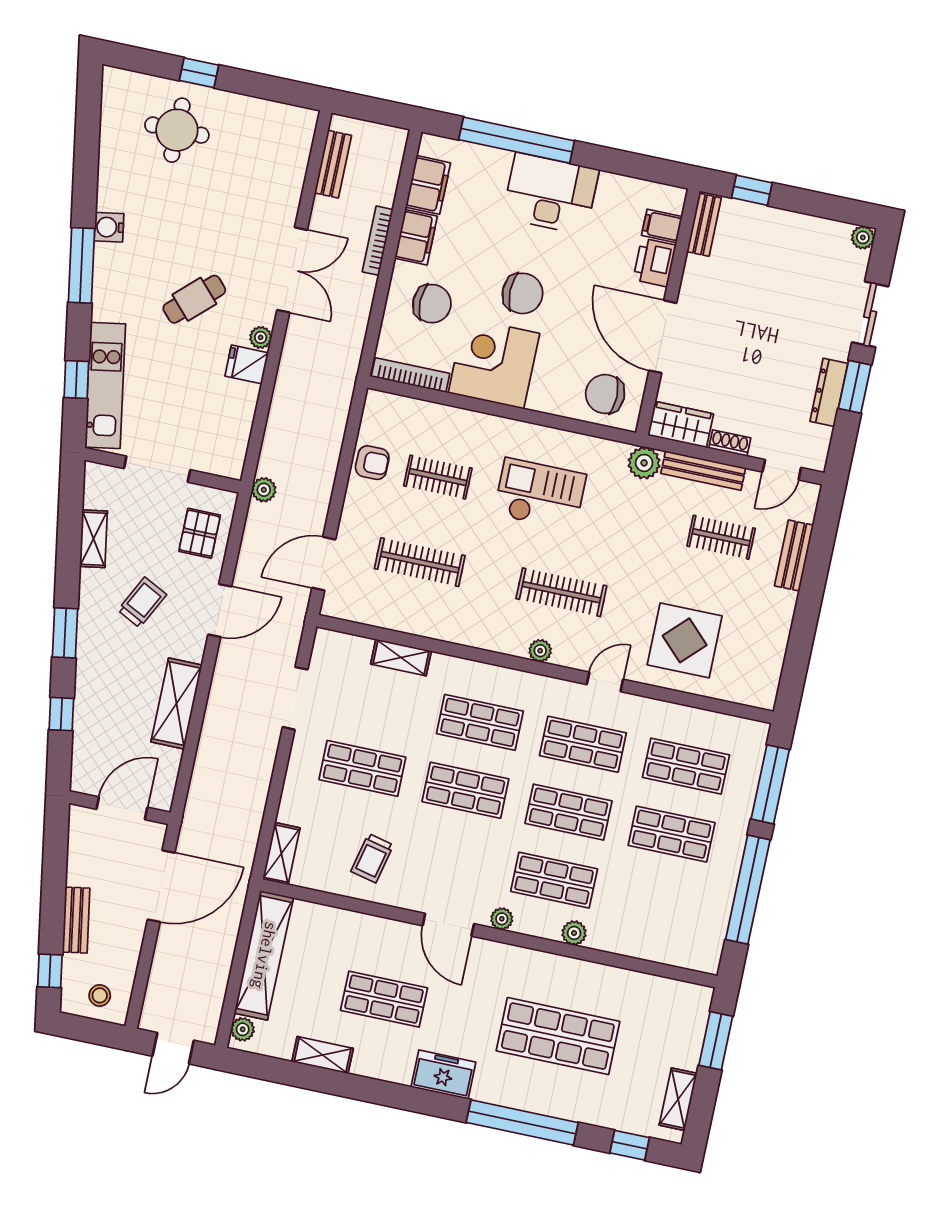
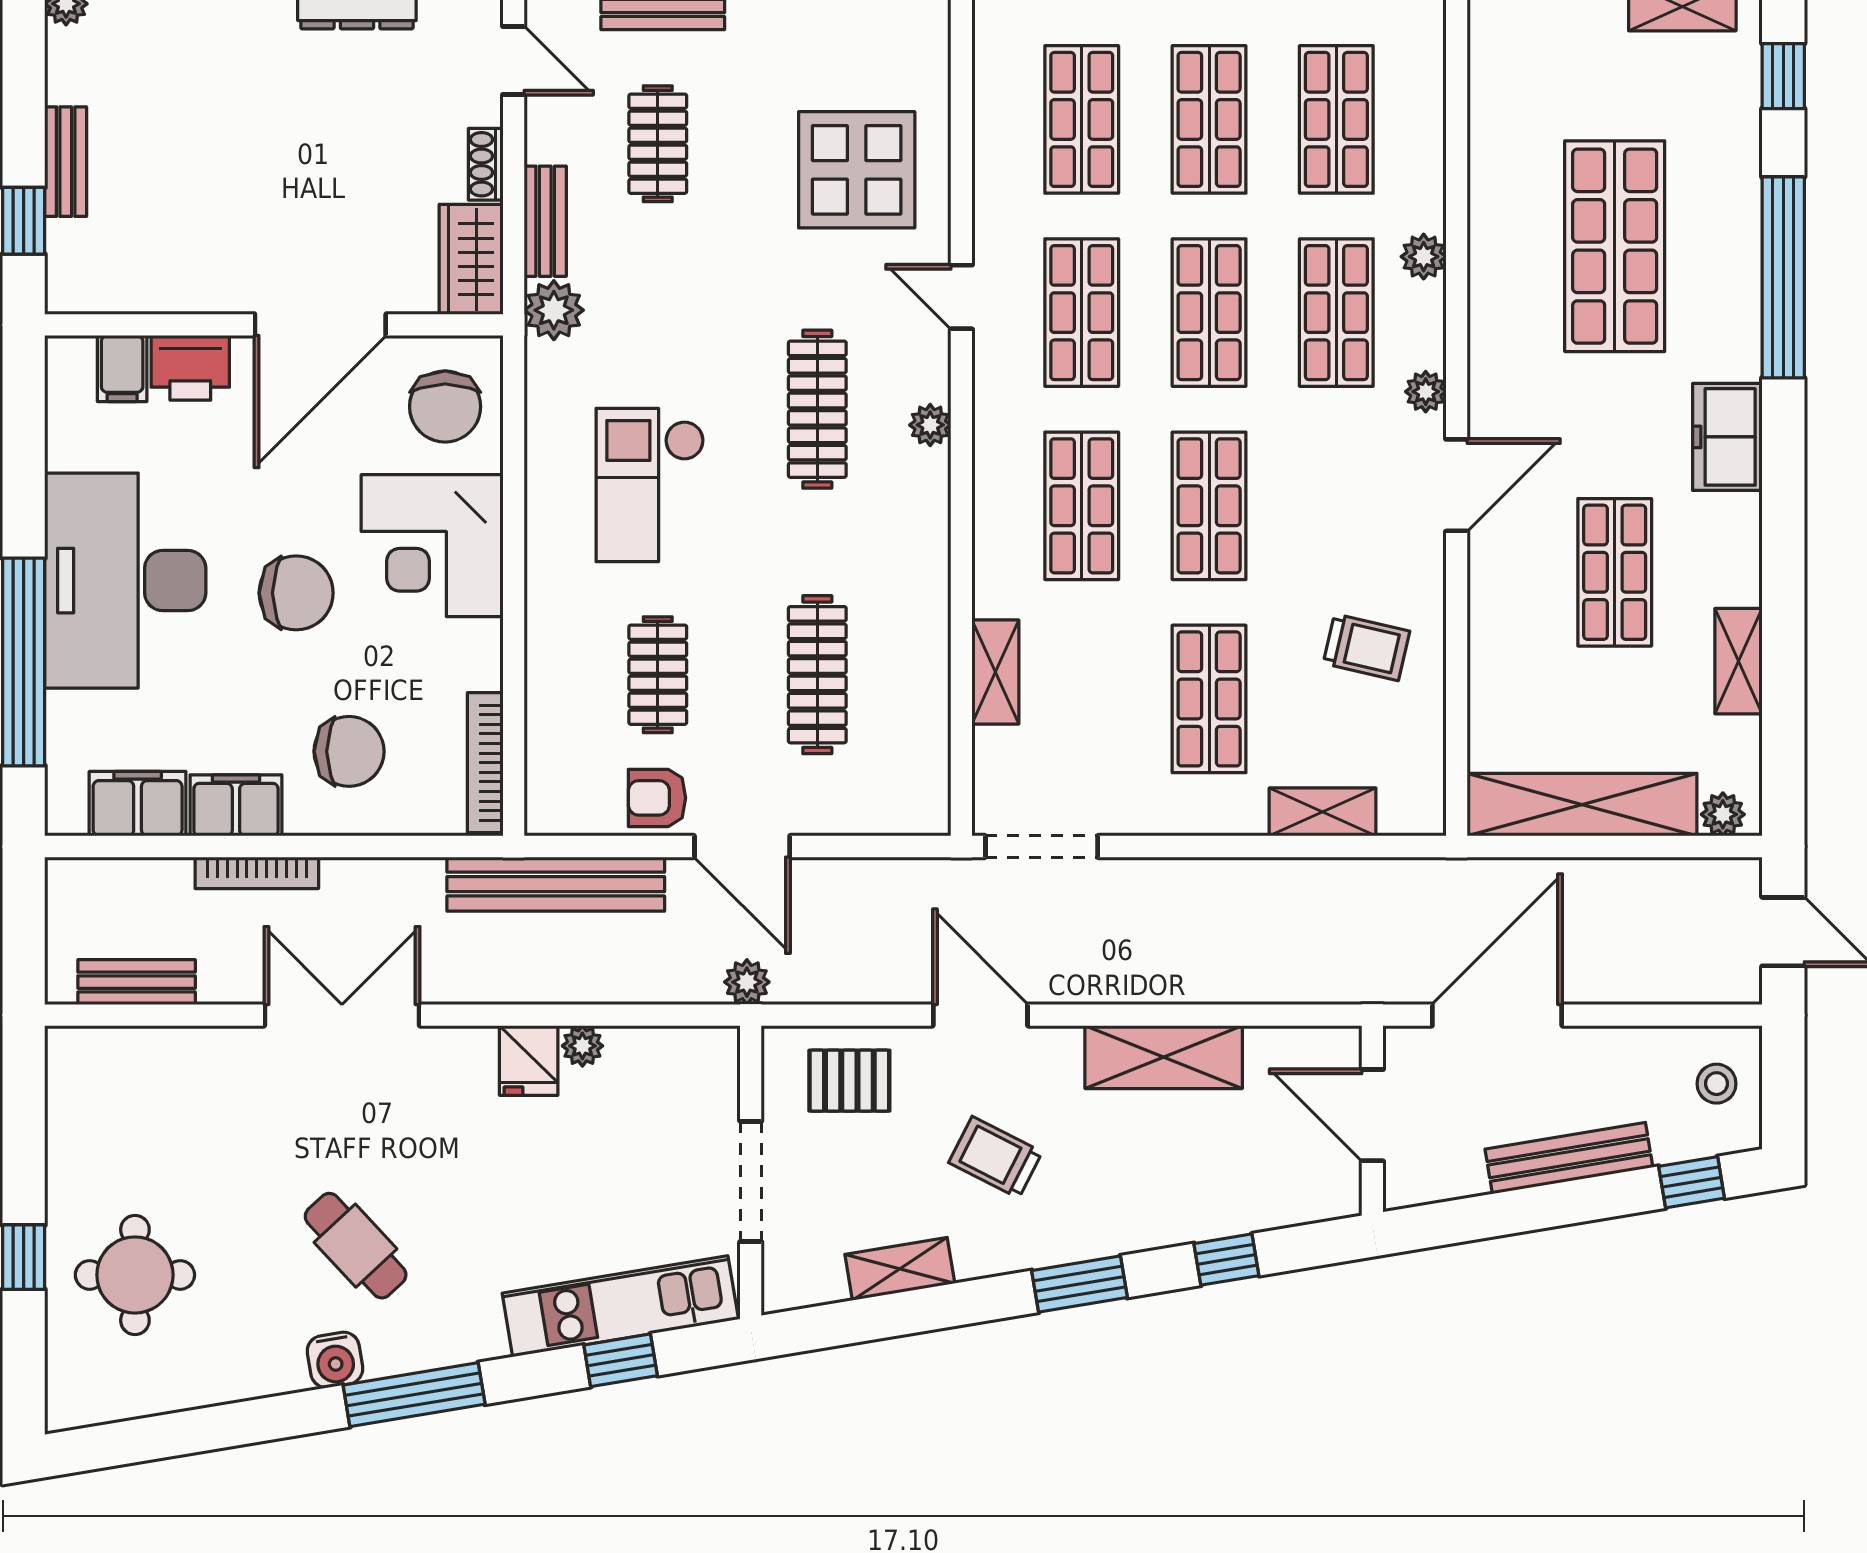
desk: (551, 194) -> (125, 581), width x1.36, depth x1.30
bench: (704, 225) -> (66, 162), moved, turned 90
chair: (523, 293) -> (296, 593), turned 90
cafe table: (194, 299) -> (356, 1246), moved
chair: (432, 304) -> (349, 751), turned 90
plant: (261, 337) -> (582, 1046), moved
corner desk: (494, 363) -> (432, 546), moved
bench: (338, 399) -> (556, 884), added
armchair: (372, 463) -> (657, 798), turned -90
bench: (703, 471) -> (545, 221), width x0.73
door: (324, 564) -> (742, 846), moved
doorway: (295, 698) -> (1042, 846), moved
shelving: (281, 854) -> (1323, 812), moved
door: (161, 886) -> (1497, 1015), hinge flipped
shop shelf: (657, 902) -> (1336, 119), added
bench: (76, 920) -> (1569, 1158), width x1.36

